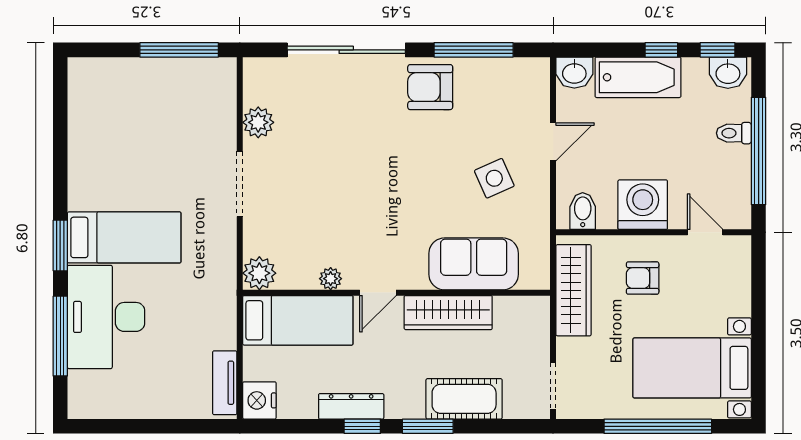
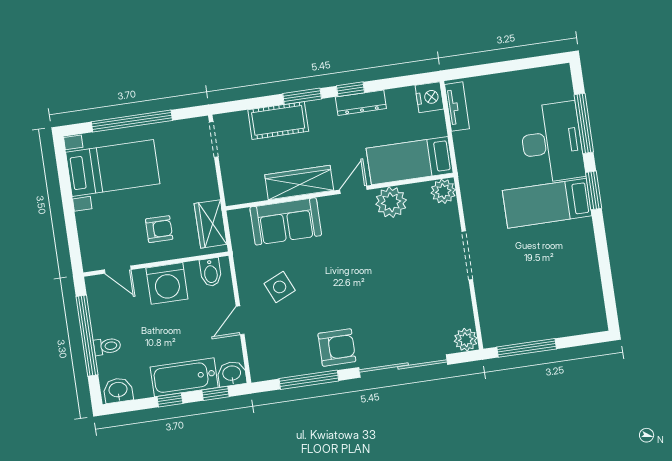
window: (718, 50) -> (216, 393), moved
plant: (258, 122) -> (466, 340), moved
plant: (331, 279) -> (391, 202), width x1.87, depth x1.87
wardrobe: (574, 290) -> (211, 224), width x0.67

